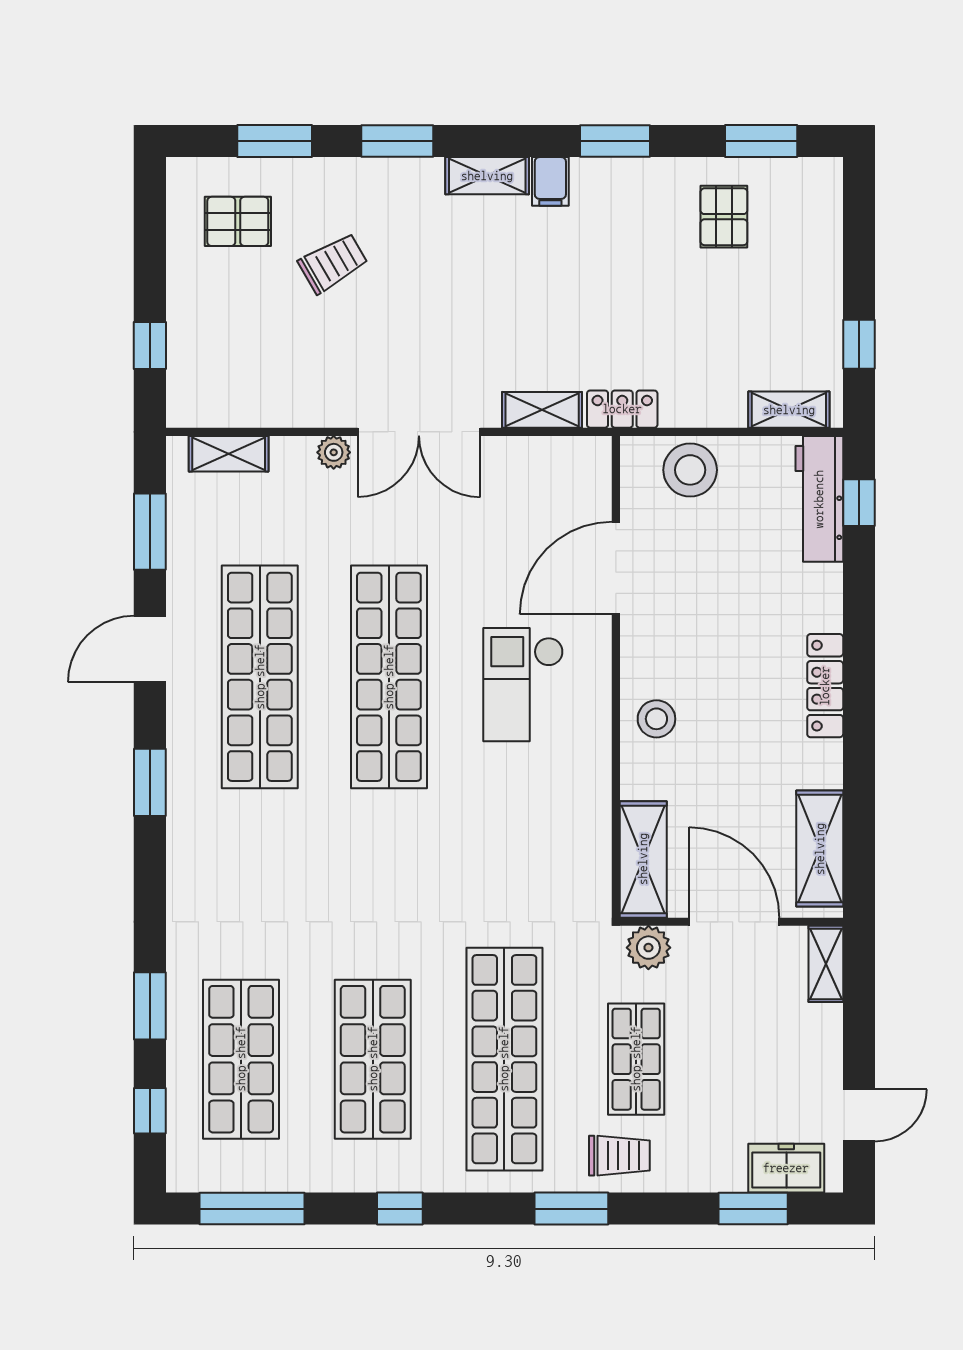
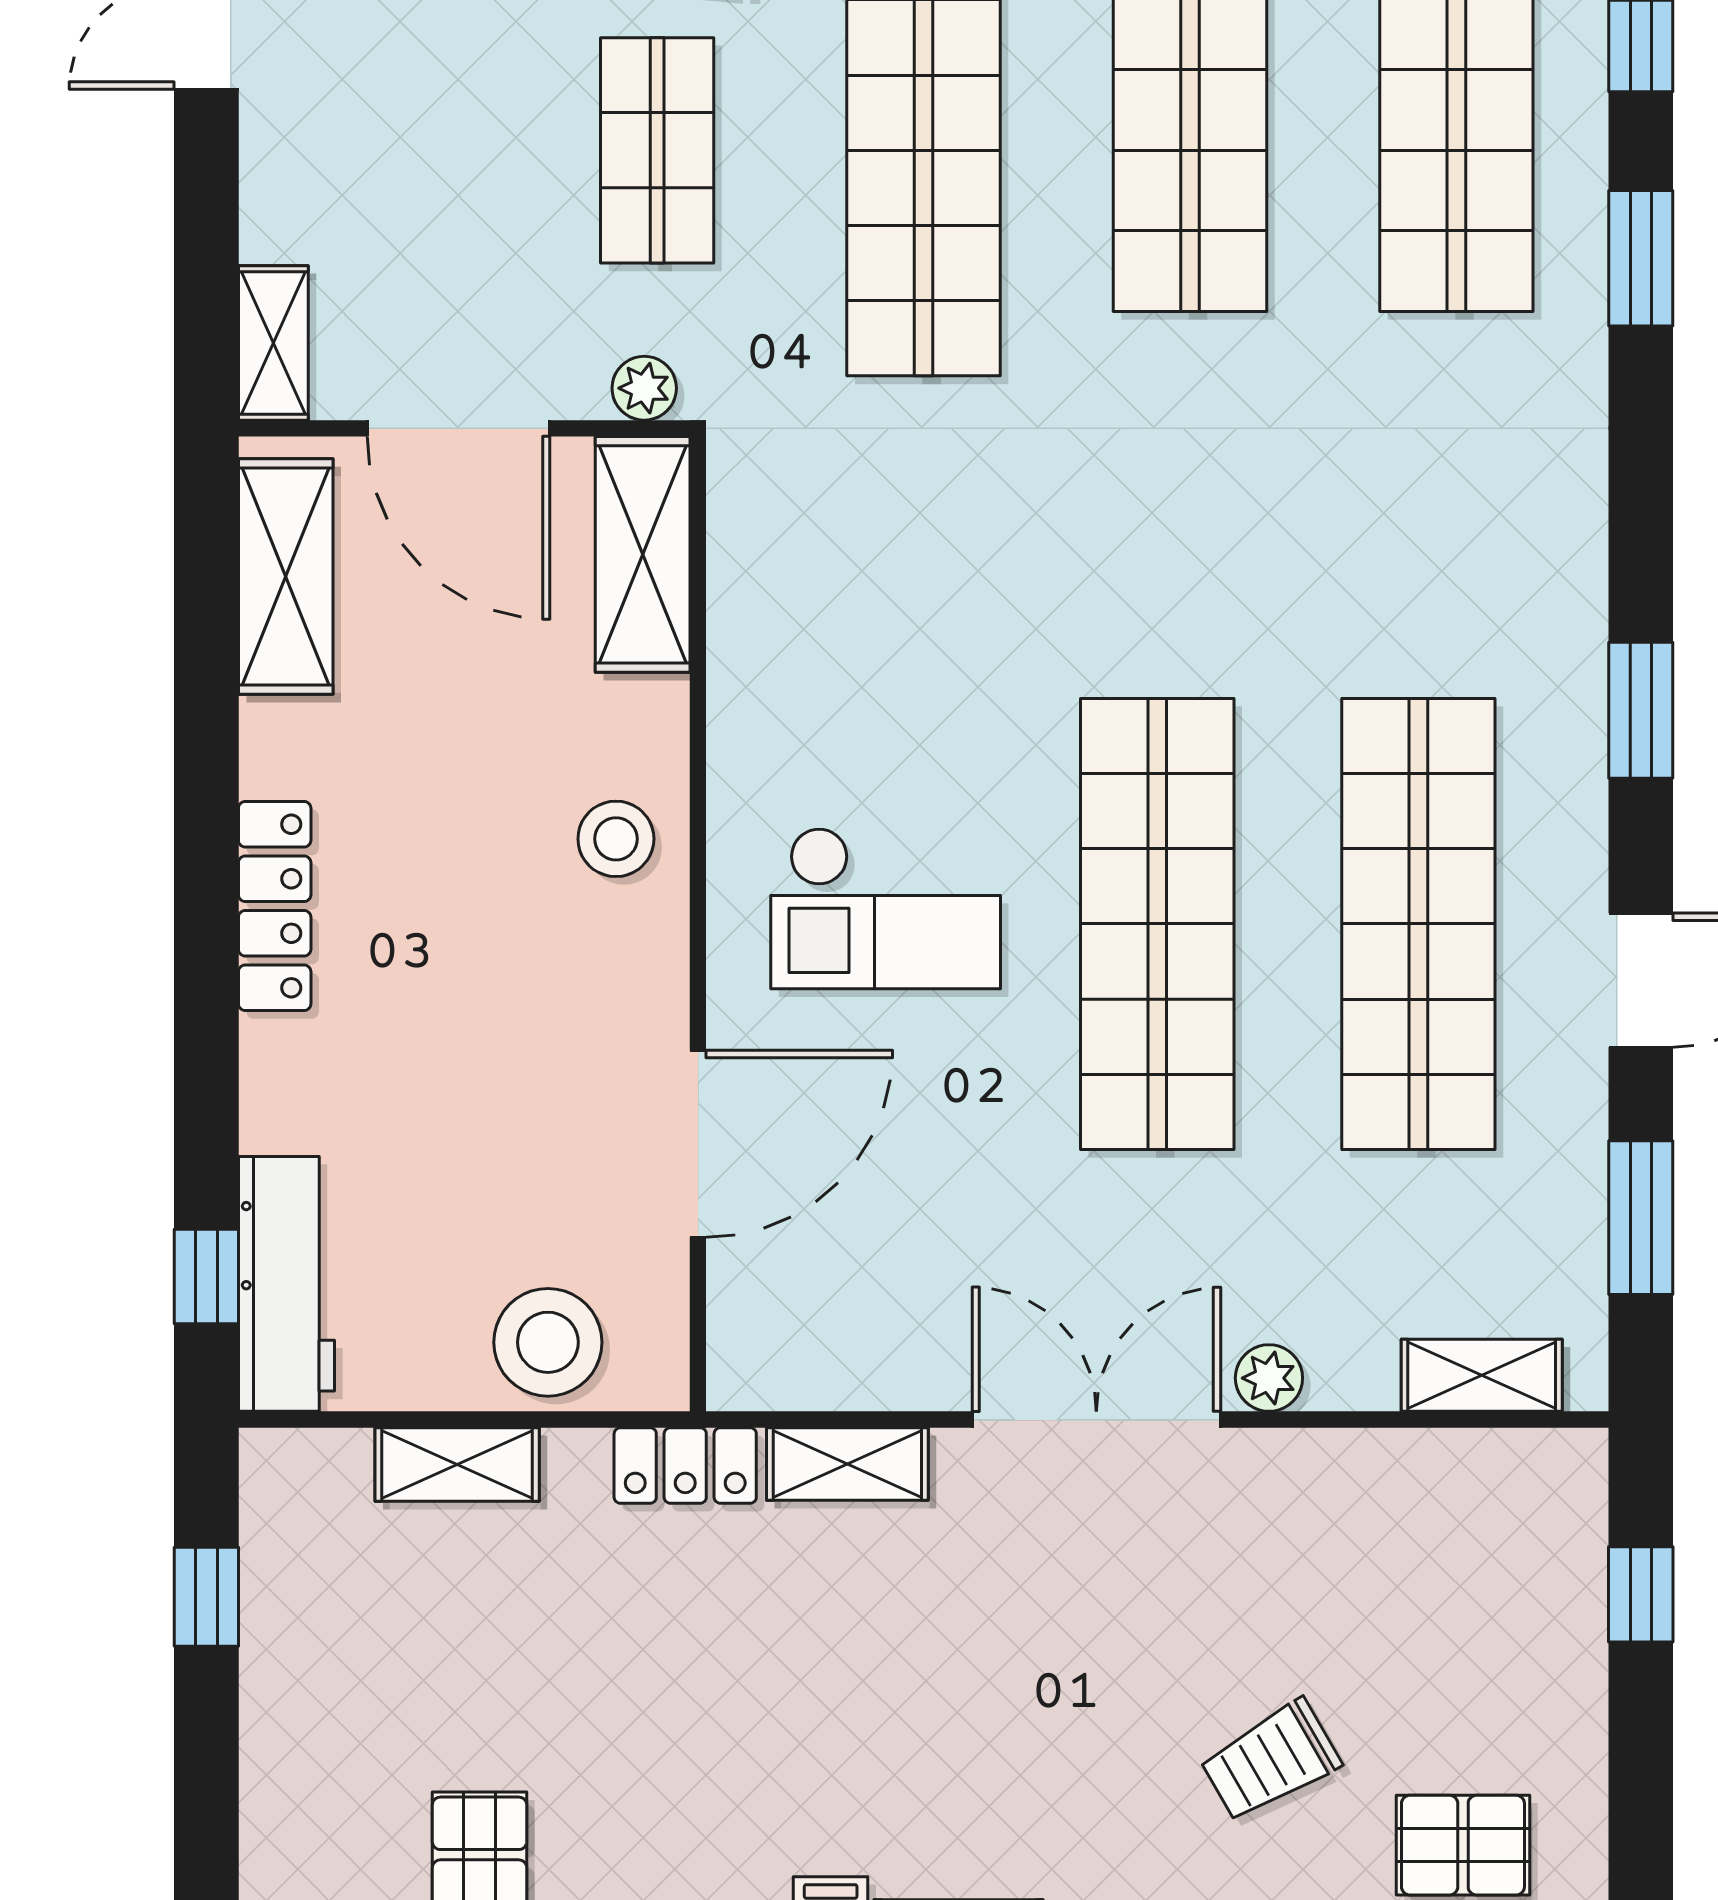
shelving: (789, 410) -> (457, 1465), moved
checkout: (523, 685) -> (886, 908), turned 90
plant: (648, 948) -> (644, 388), width x0.73, depth x0.73

